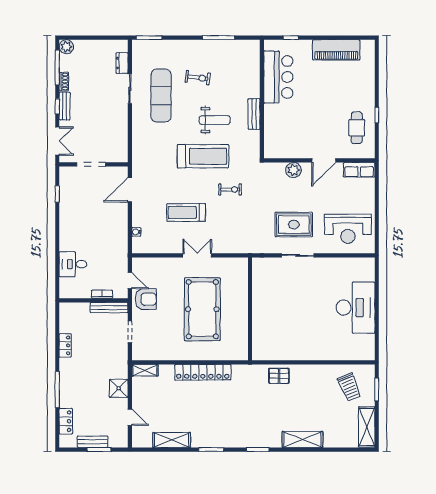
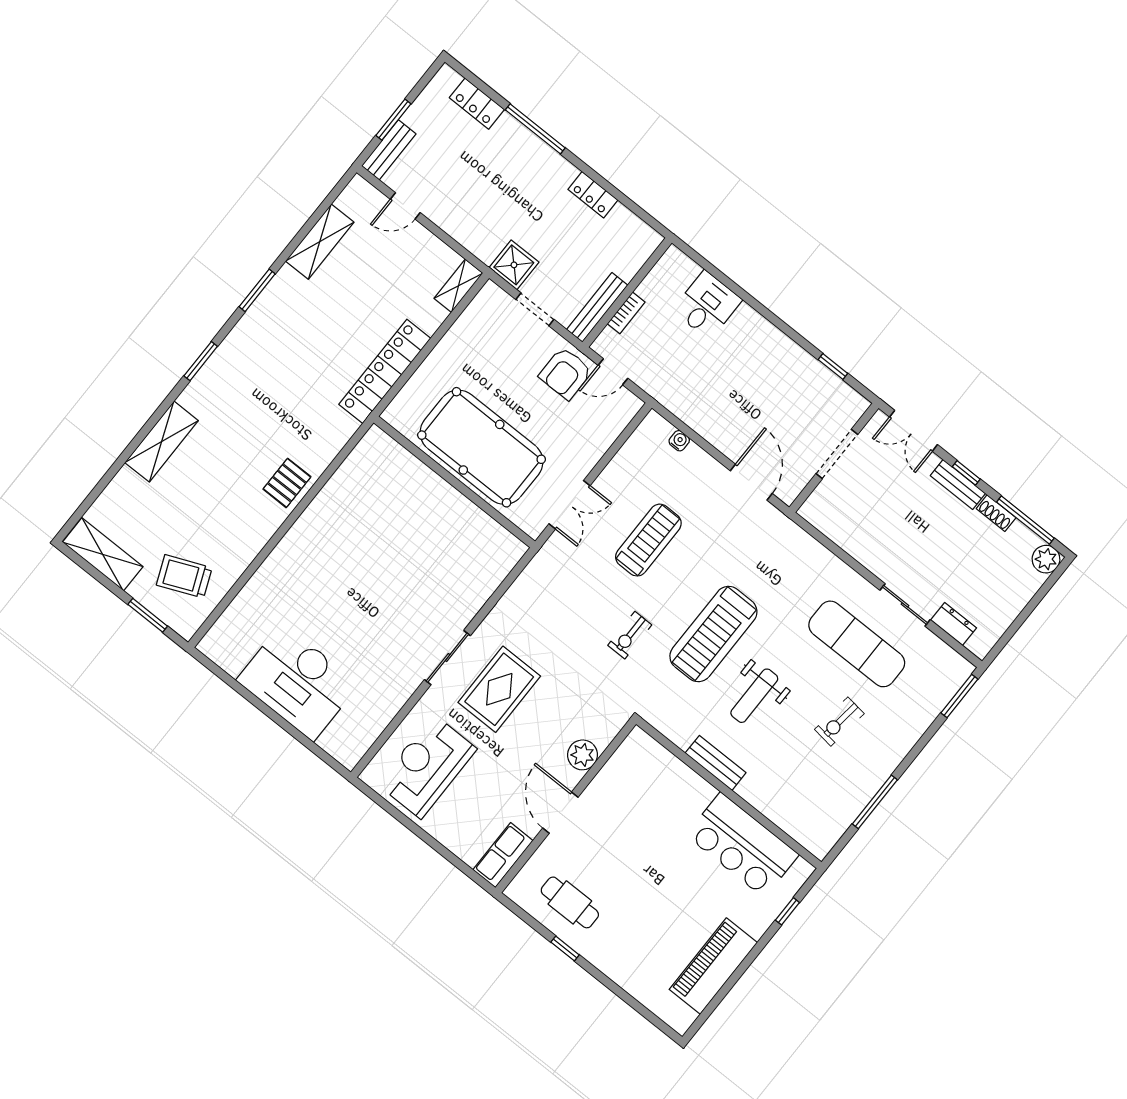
wall: (250, 309) -> (454, 482), moved
shower: (119, 388) -> (514, 265), moved
bench: (93, 442) -> (389, 150), moved

